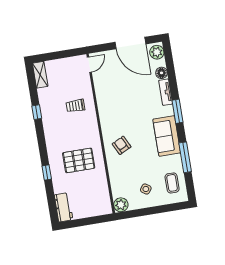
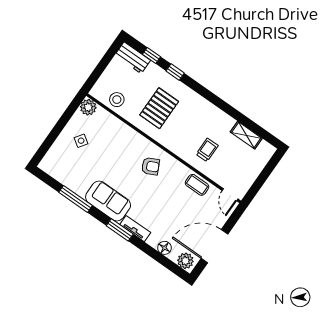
shelving: (40, 75) -> (246, 135), moved
tv unit: (166, 92) -> (135, 229), moved
window: (37, 112) -> (151, 55), moved
armchair: (122, 145) -> (150, 166), moved
coffee table: (172, 183) -> (197, 185), moved
stool: (99, 192) -> (117, 100), added

